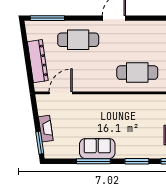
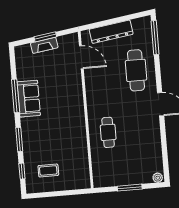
cafe table: (137, 73) -> (108, 132), width x0.73, depth x0.74
window: (40, 143) -> (45, 37), moved

